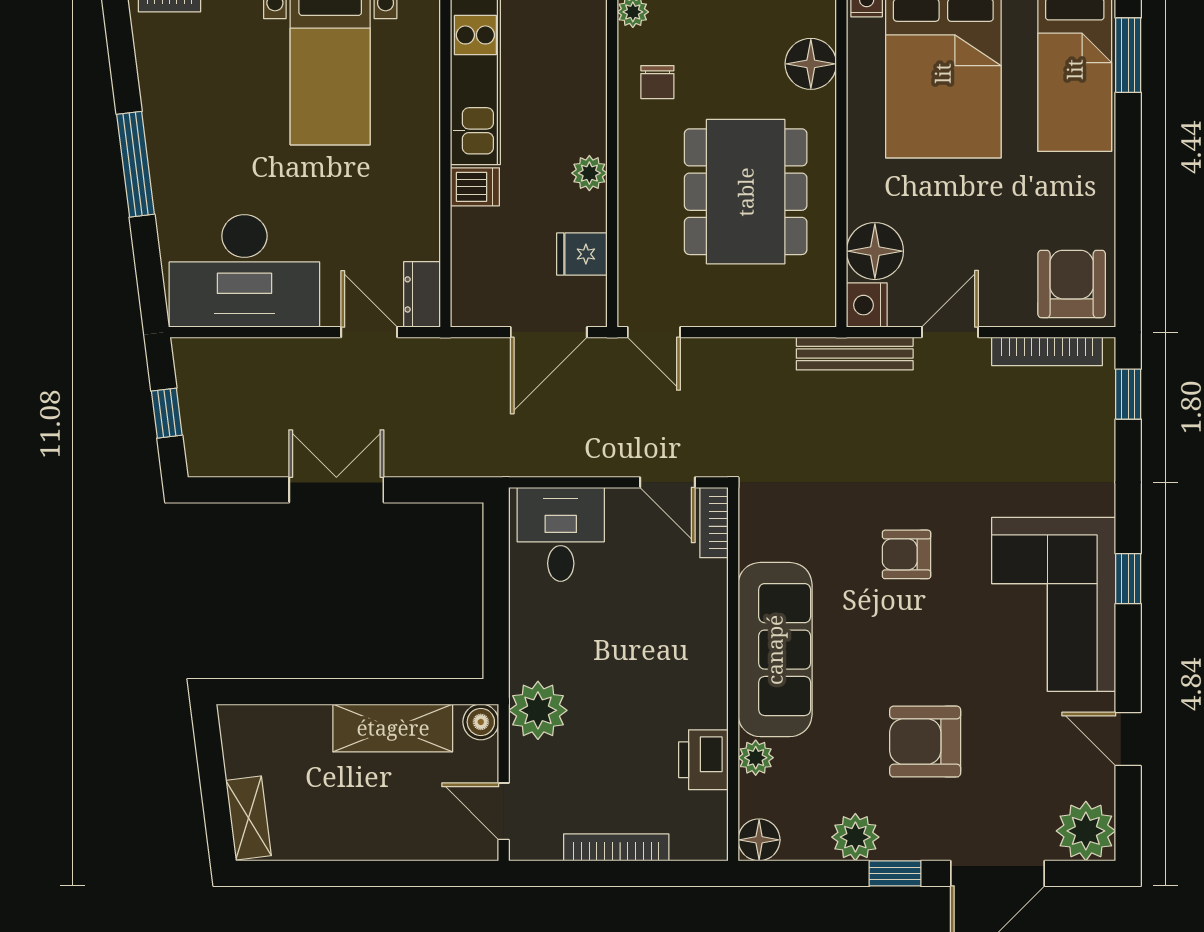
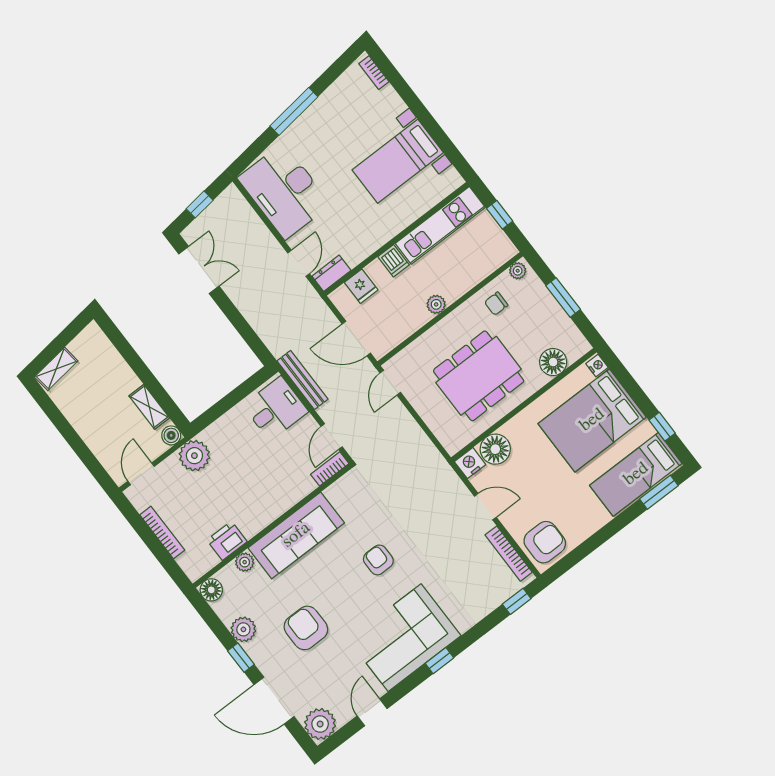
fridge: (582, 254) -> (361, 286), moved, turned 180
bench: (855, 354) -> (302, 380), moved
double door: (336, 490) -> (199, 270), moved
shelving: (393, 728) -> (149, 407), width x0.67, depth x0.75

